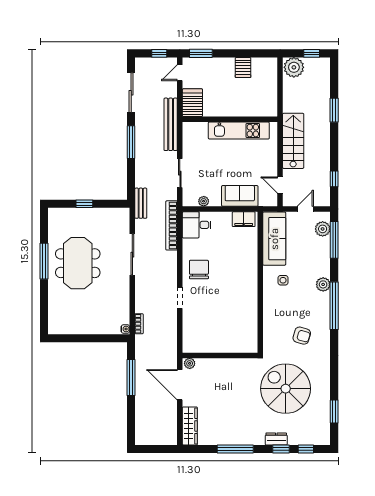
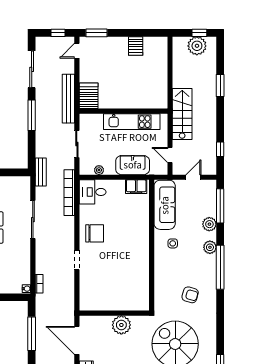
plant: (294, 67) -> (197, 46), moved
server rack: (192, 103) -> (89, 96), moved
wall: (230, 119) -> (123, 111), moved
kitchen unit: (239, 131) -> (132, 122), moved
plant: (323, 229) -> (209, 224), moved
chair: (199, 270) -> (95, 233), turned 90
plant: (190, 363) -> (121, 325), moved, width x1.88, depth x1.88

